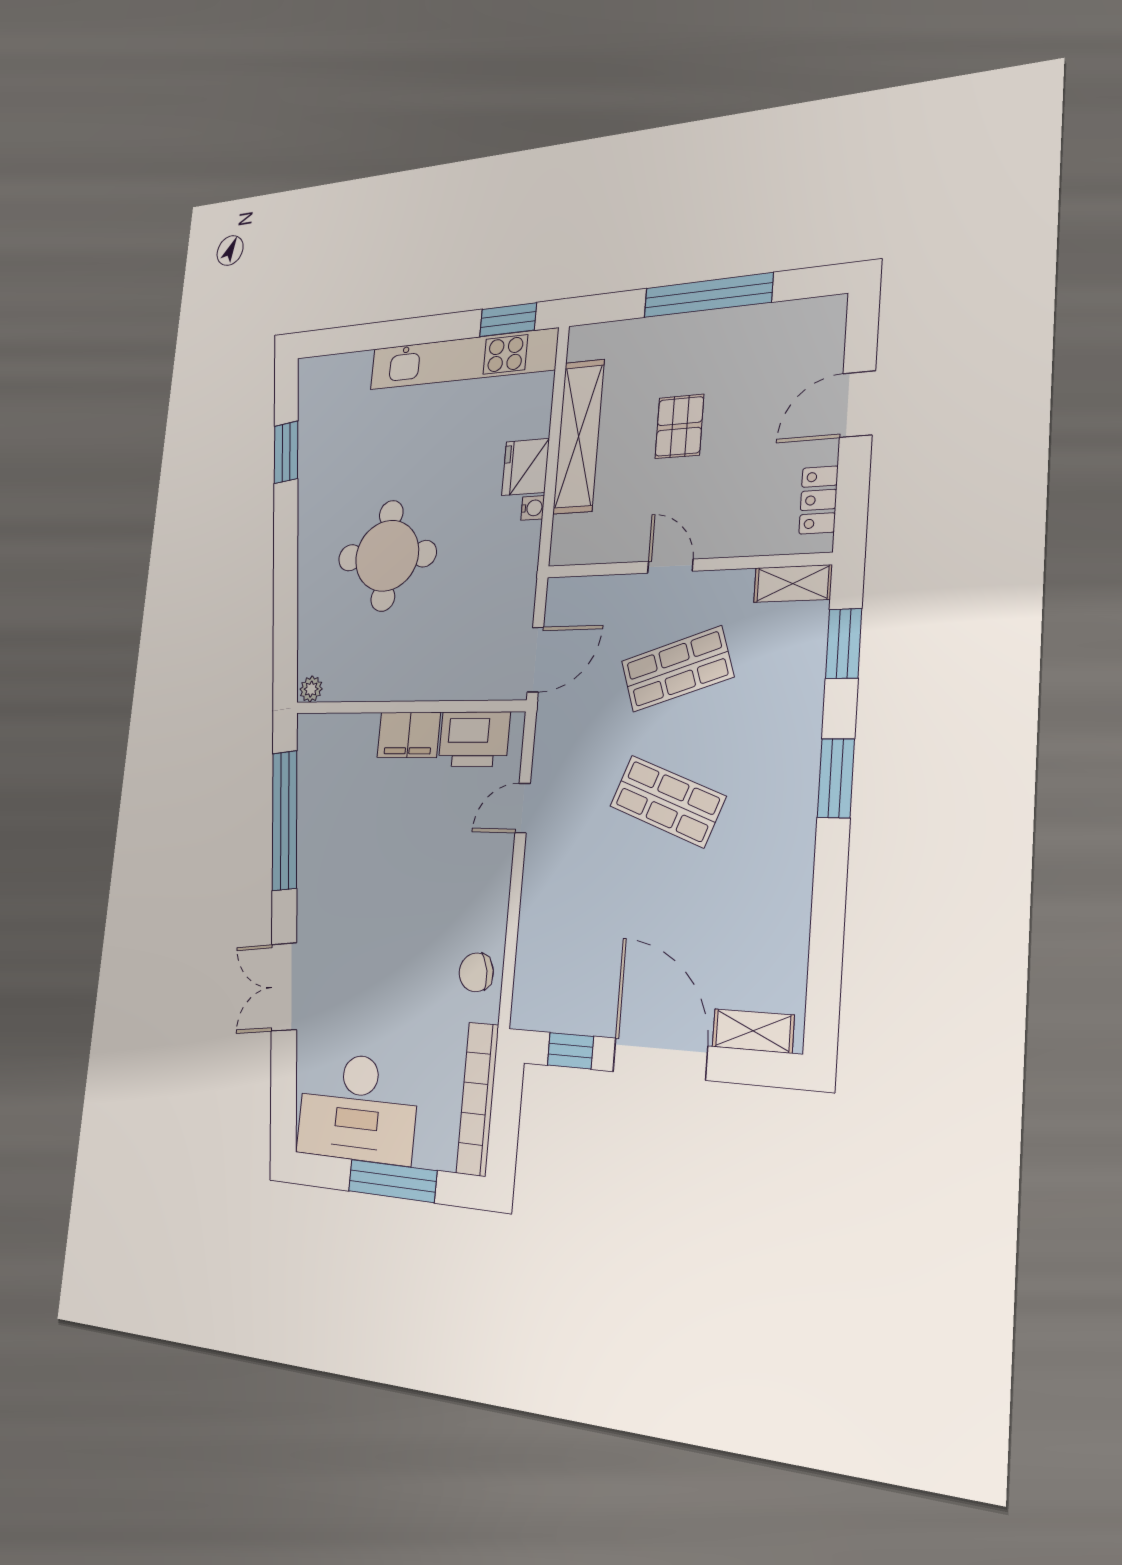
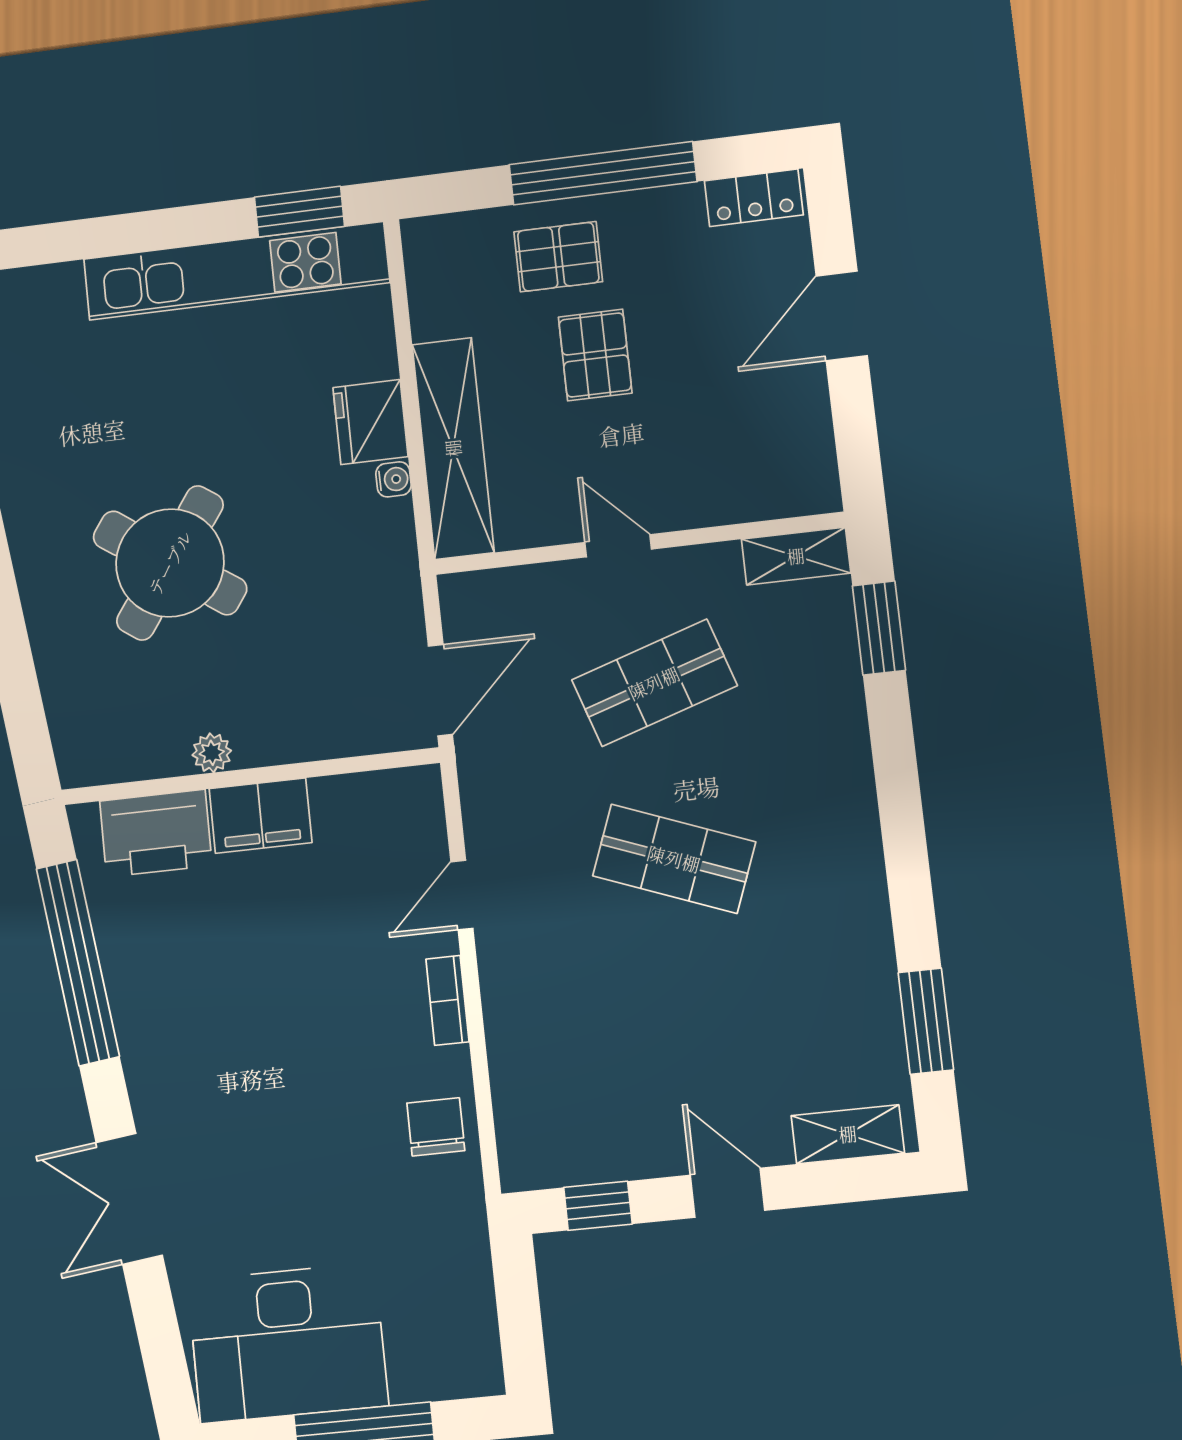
pallet: (667, 355) -> (558, 257), added
shelving: (579, 436) -> (453, 448), moved
locker: (819, 500) -> (754, 198), moved, turned -90
round table: (387, 556) -> (170, 563), turned 35
plant: (311, 689) -> (212, 753), moved
printer: (474, 739) -> (156, 833), moved
window: (836, 778) -> (926, 1021), moved
chair: (476, 972) -> (436, 1127), turned 100
door: (660, 1059) -> (727, 1193), width x0.53
bookcase: (478, 1099) -> (447, 1000), moved, width x0.43, depth x0.76

